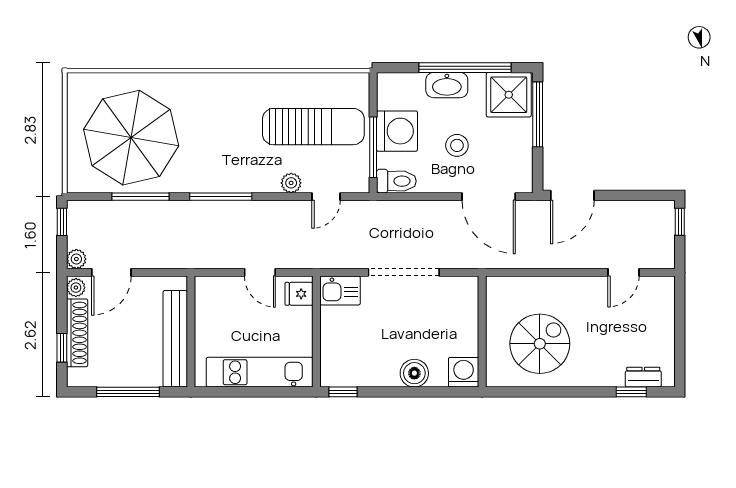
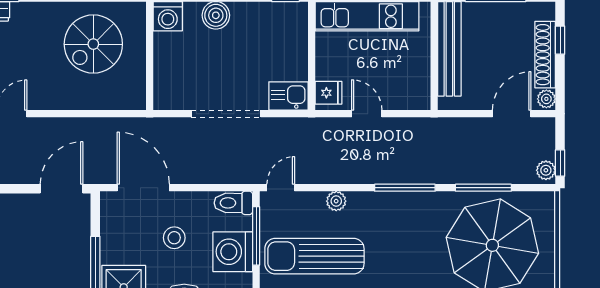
door: (326, 197) -> (281, 188), moved
plant: (76, 259) -> (546, 170), moved

